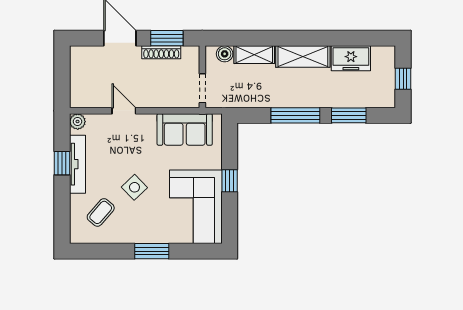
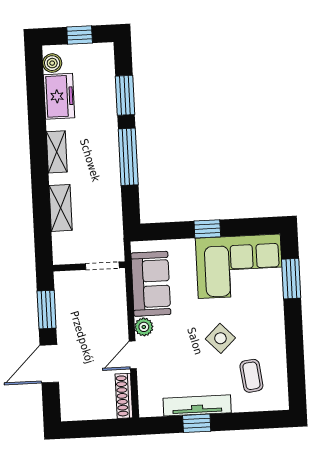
shoe rack: (161, 52) -> (124, 396), moved, turned 180
boiler: (225, 54) -> (52, 63), moved
shelving: (303, 57) -> (57, 152), width x0.67, depth x0.75
plant: (78, 122) -> (144, 327), moved
coffee table: (101, 212) -> (251, 376), turned 42
window: (152, 251) -> (291, 279), moved

